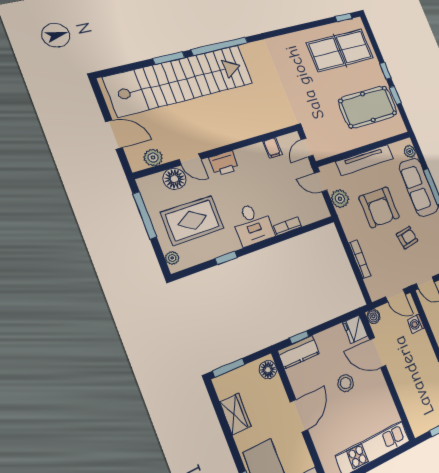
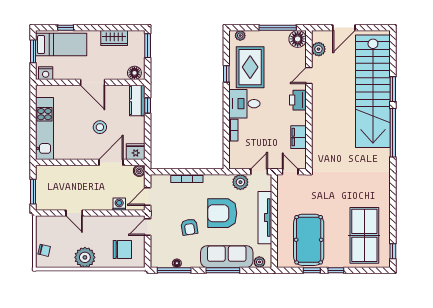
filing cabinet: (272, 148) -> (299, 137), width x2.00
floor lamp: (174, 179) -> (298, 39), moved
rug: (192, 220) -> (250, 67), moved

